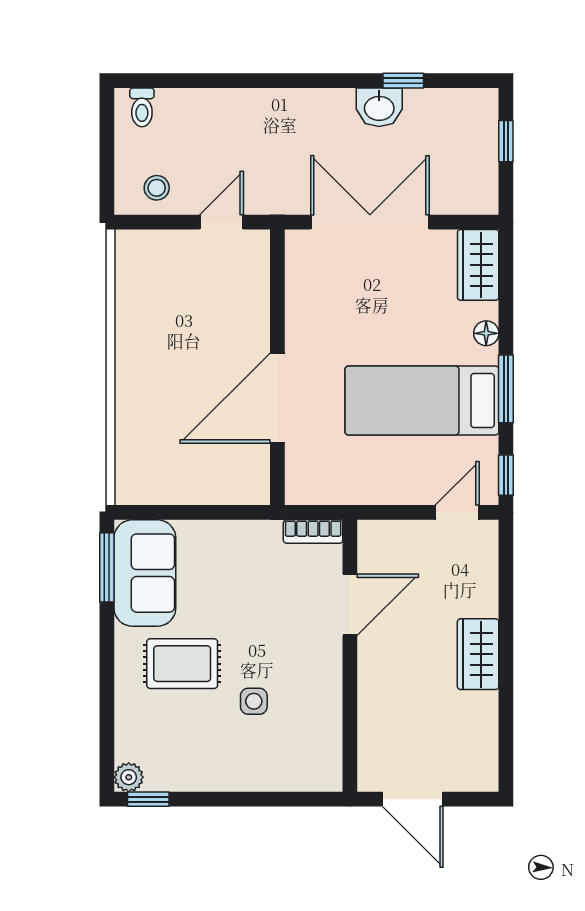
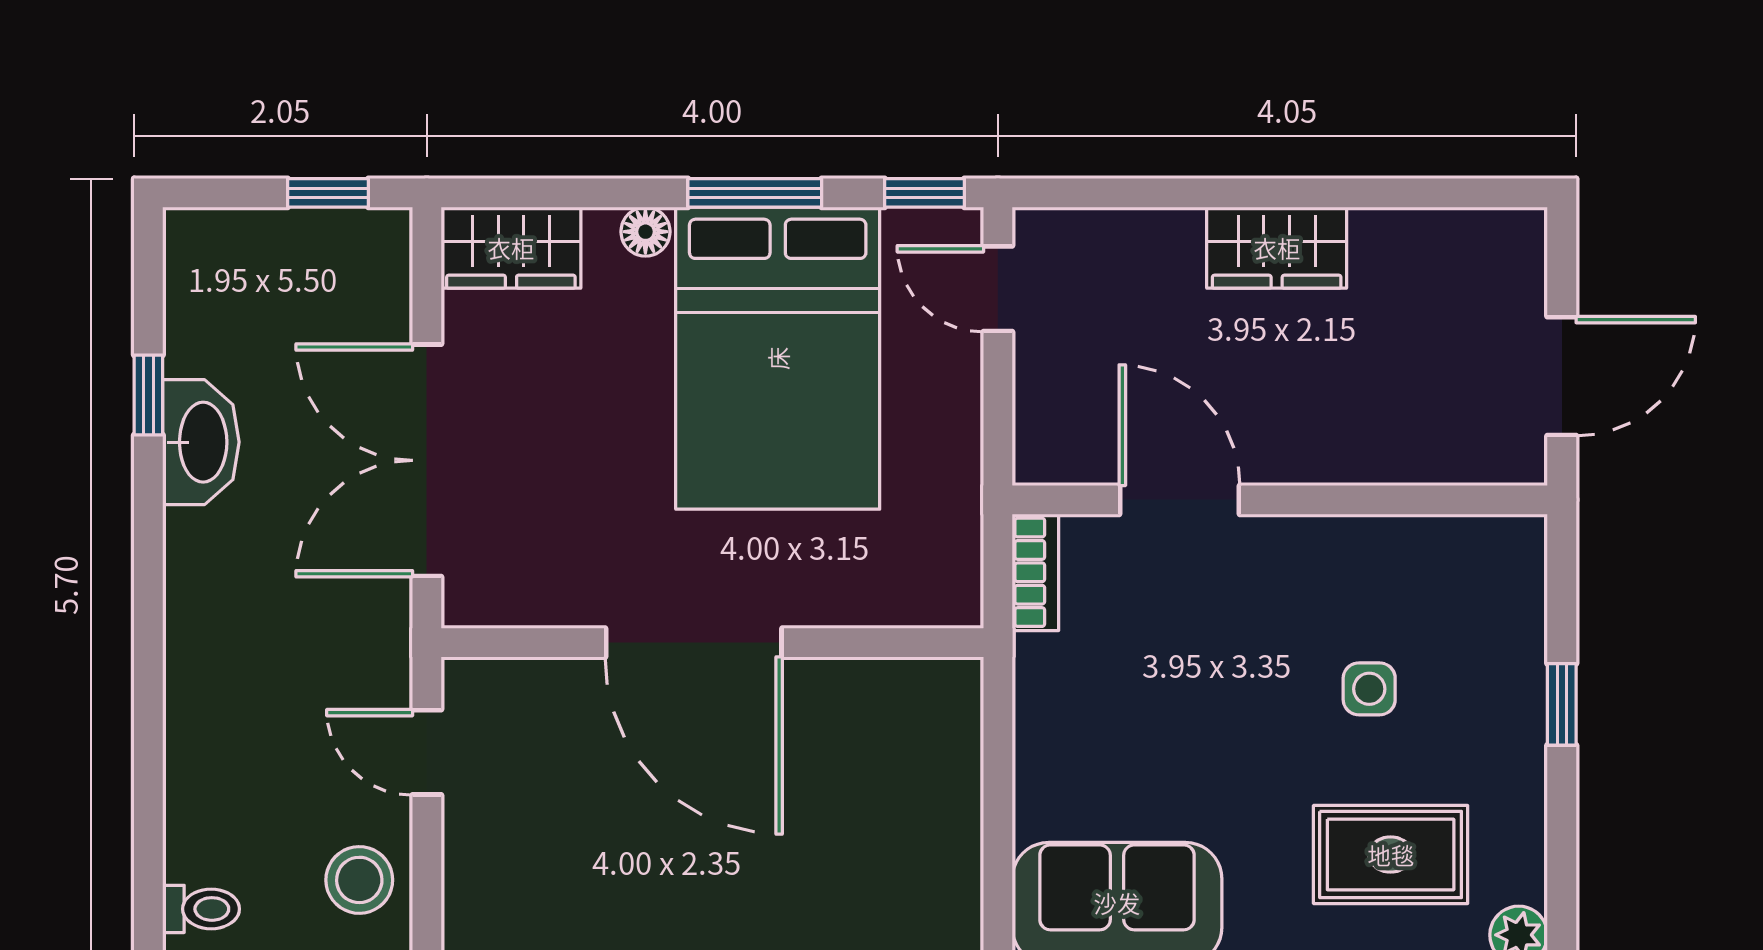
washbasin: (379, 107) -> (201, 442), width x1.38
window: (506, 141) -> (328, 193), moved
stool: (157, 188) -> (359, 880), width x1.37, depth x1.37
door: (277, 398) -> (694, 643), moved
bed: (422, 401) -> (778, 358), width x1.50
rug: (182, 664) -> (1391, 855), moved, turned 90
window: (148, 799) -> (1562, 704), moved

